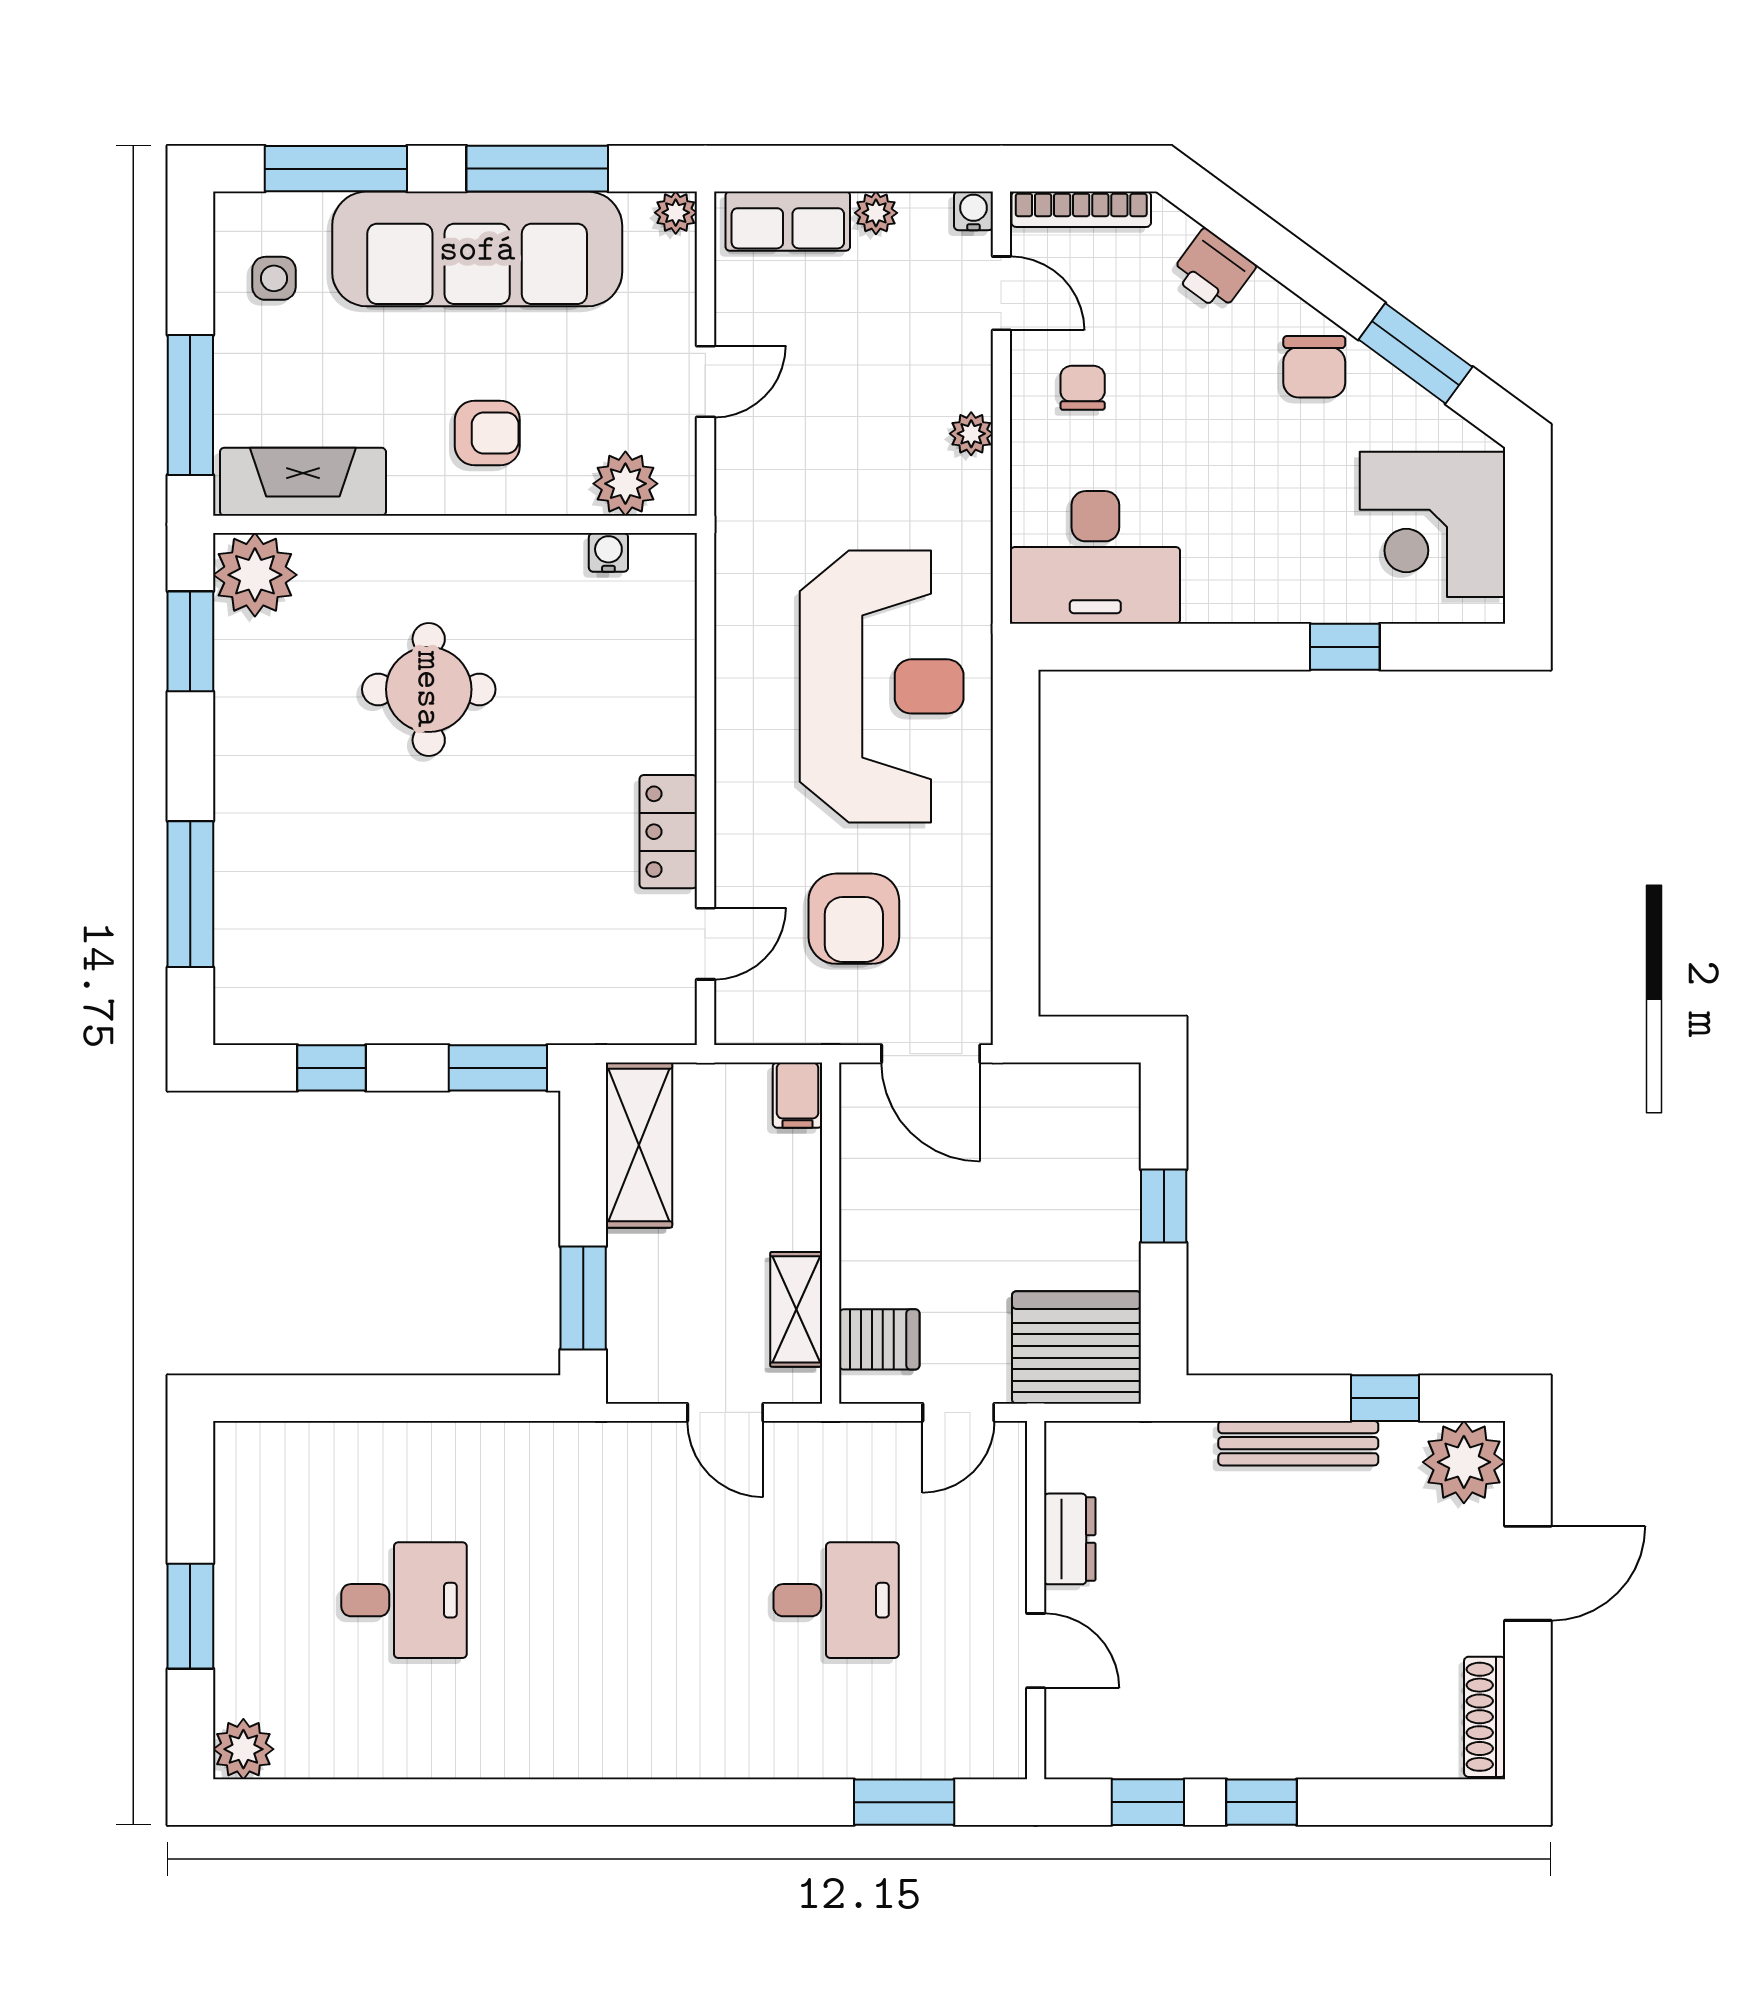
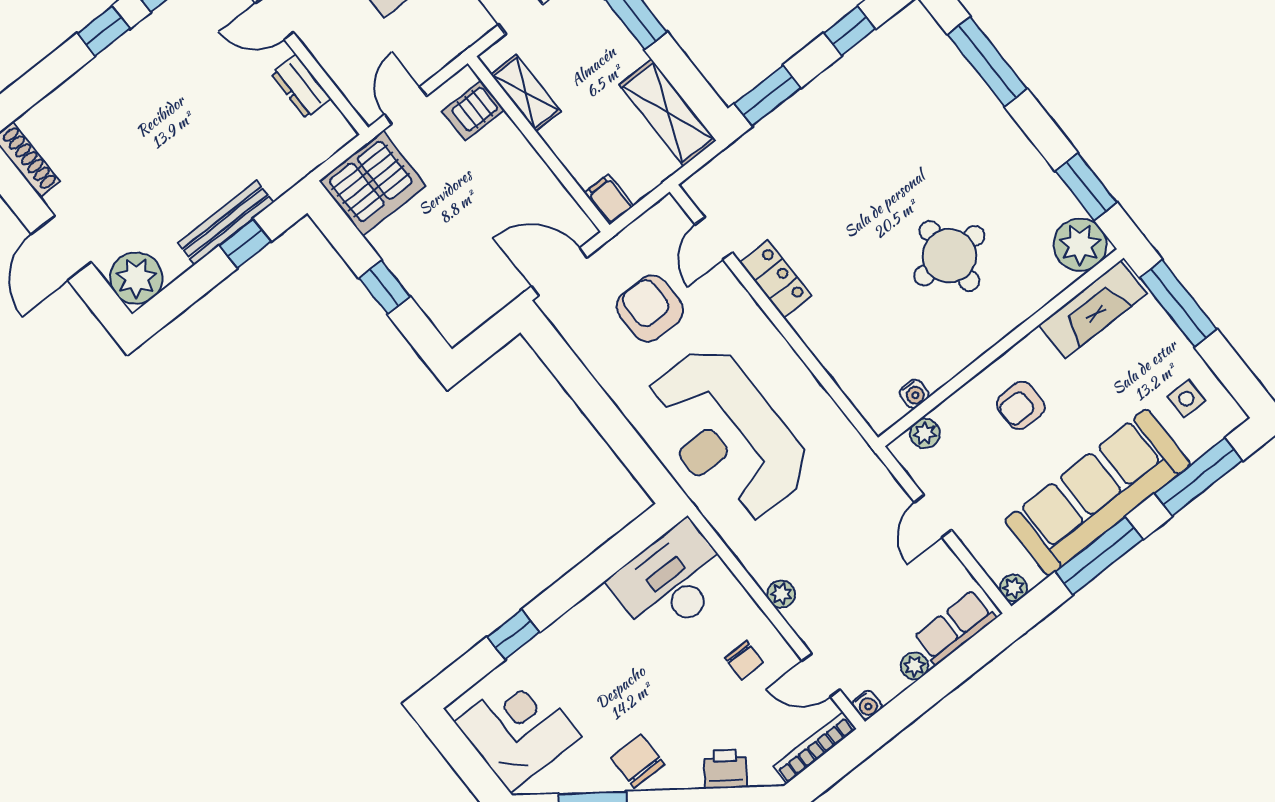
plant: (625, 484) -> (925, 433), width x0.73, depth x0.73
window: (1385, 1398) -> (245, 243), moved

